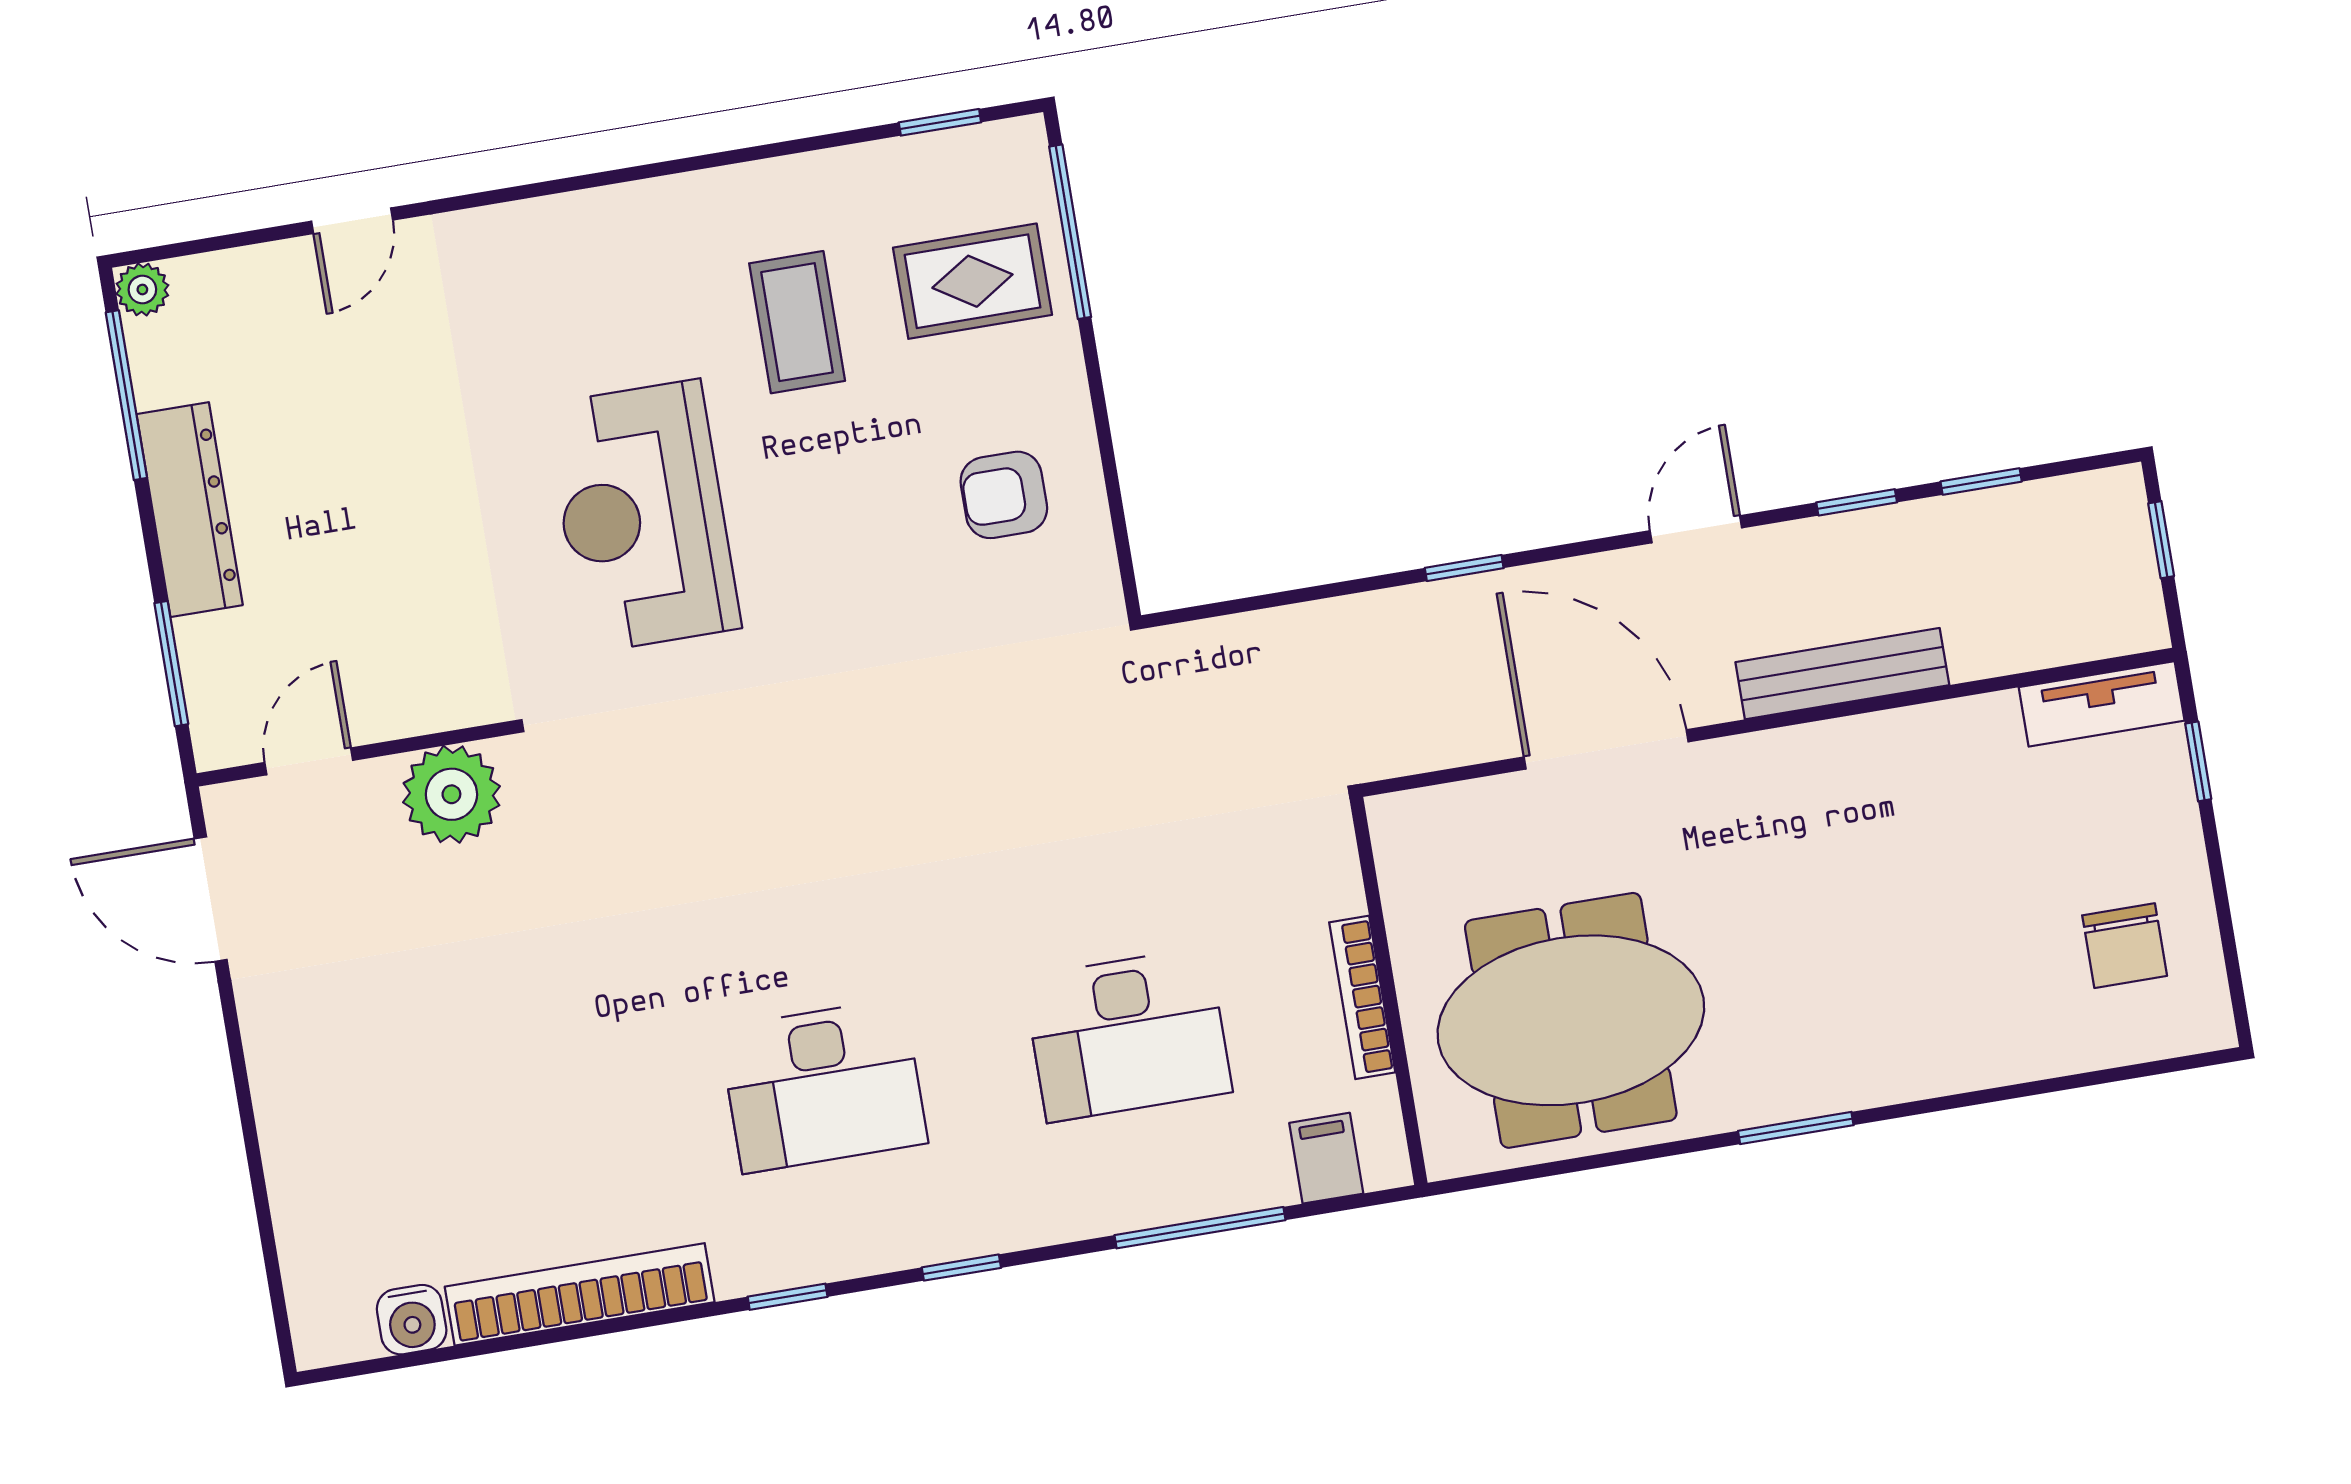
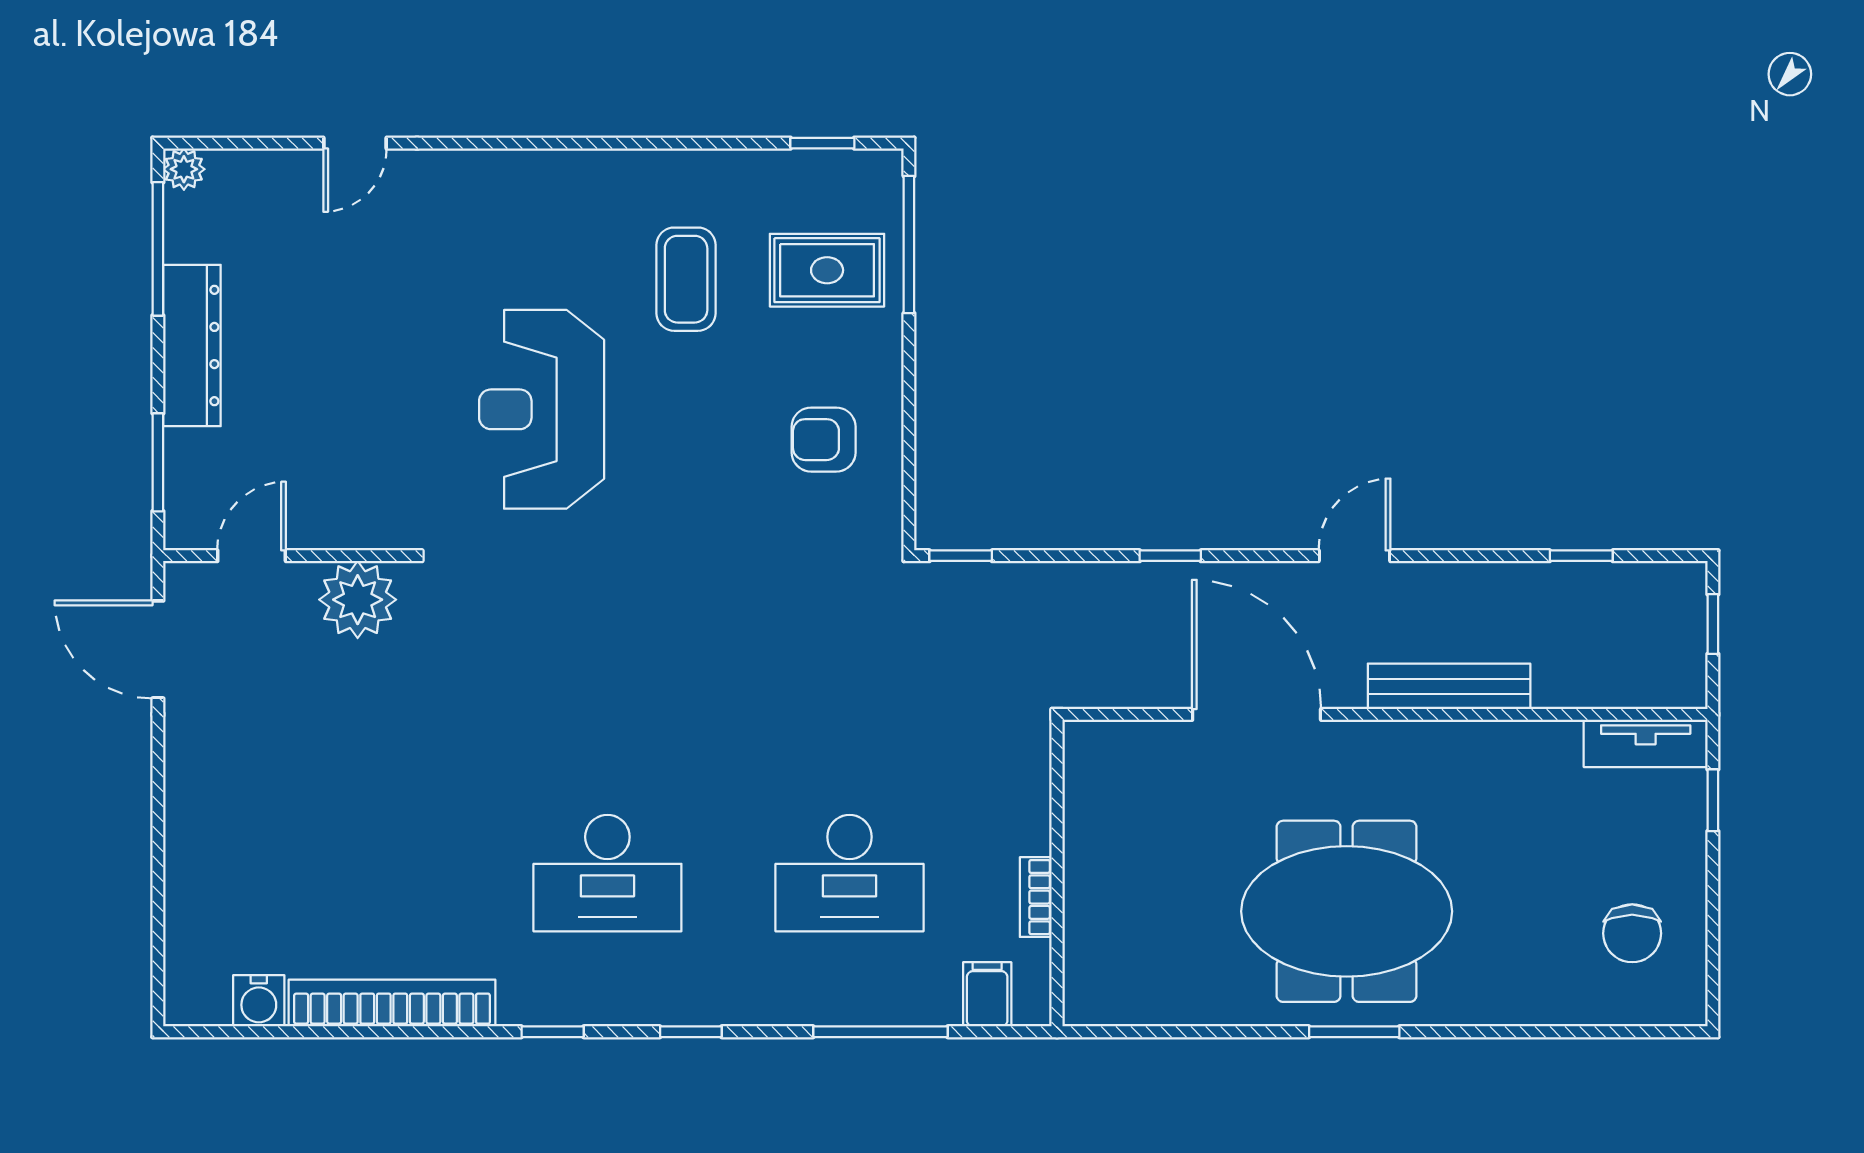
window: (1857, 502) -> (961, 556), moved
bookcase: (1362, 997) -> (1036, 897), width x0.64
meeting table: (1571, 1020) -> (1347, 911), moved

